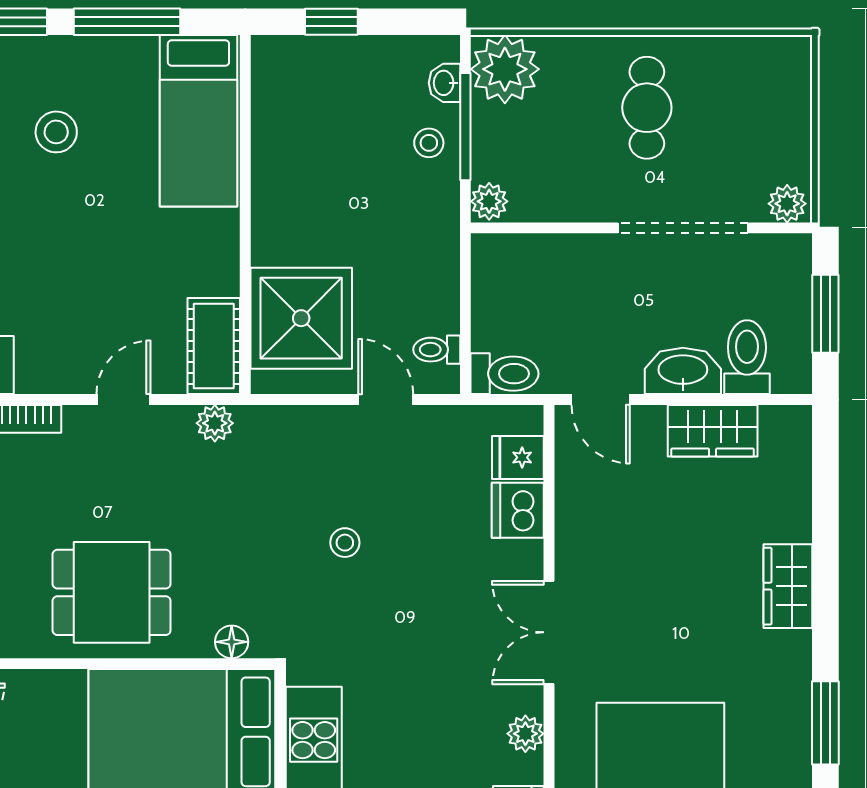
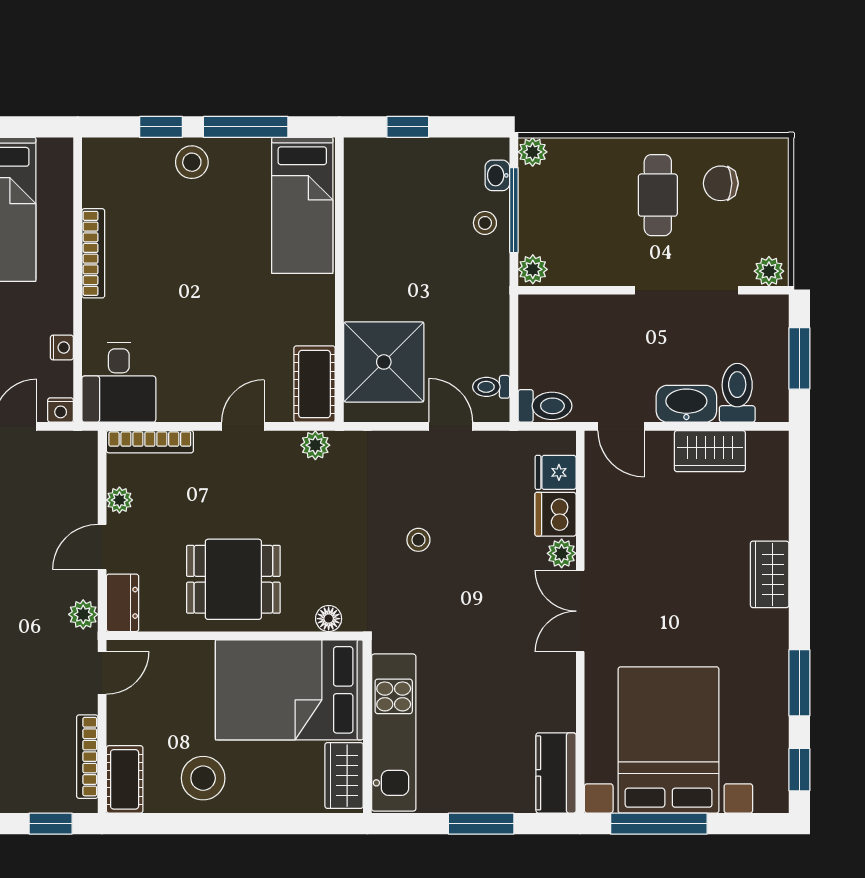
plant: (505, 69) -> (533, 152), width x0.53, depth x0.53
chair: (726, 93) -> (721, 183), added
stool: (56, 132) -> (192, 162), moved
plant: (525, 734) -> (562, 553), moved

